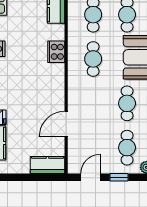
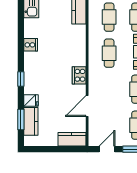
cooker: (56, 52) -> (79, 75), moved

